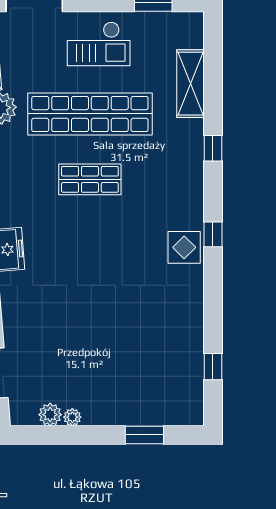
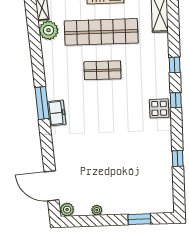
window: (213, 148) -> (175, 65), moved
window: (213, 367) -> (178, 159), moved
plant: (50, 415) -> (67, 210), moved

